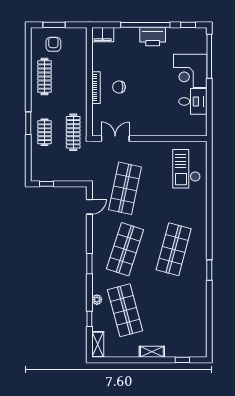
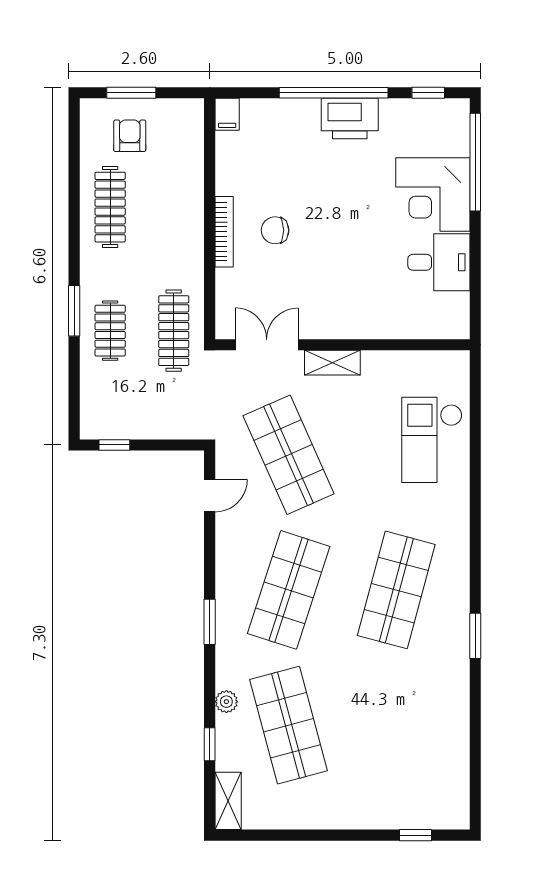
filing cabinet: (103, 35) -> (227, 114), width x0.50
checkout: (186, 169) -> (432, 440), moved
shop shelf: (125, 188) -> (289, 455), turned -36
shelving: (152, 352) -> (332, 363), moved

